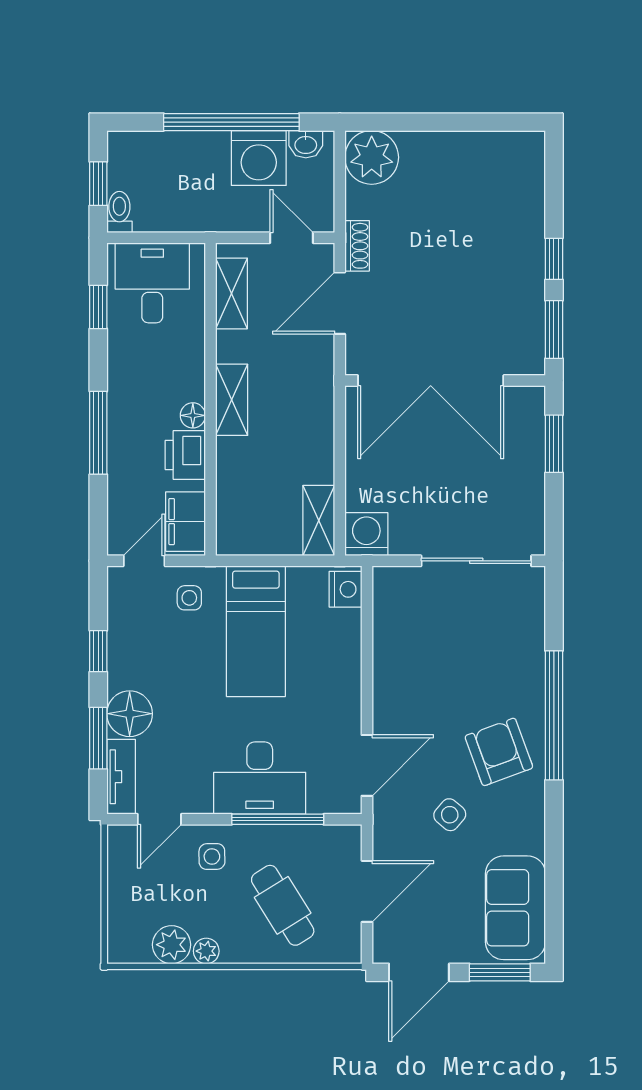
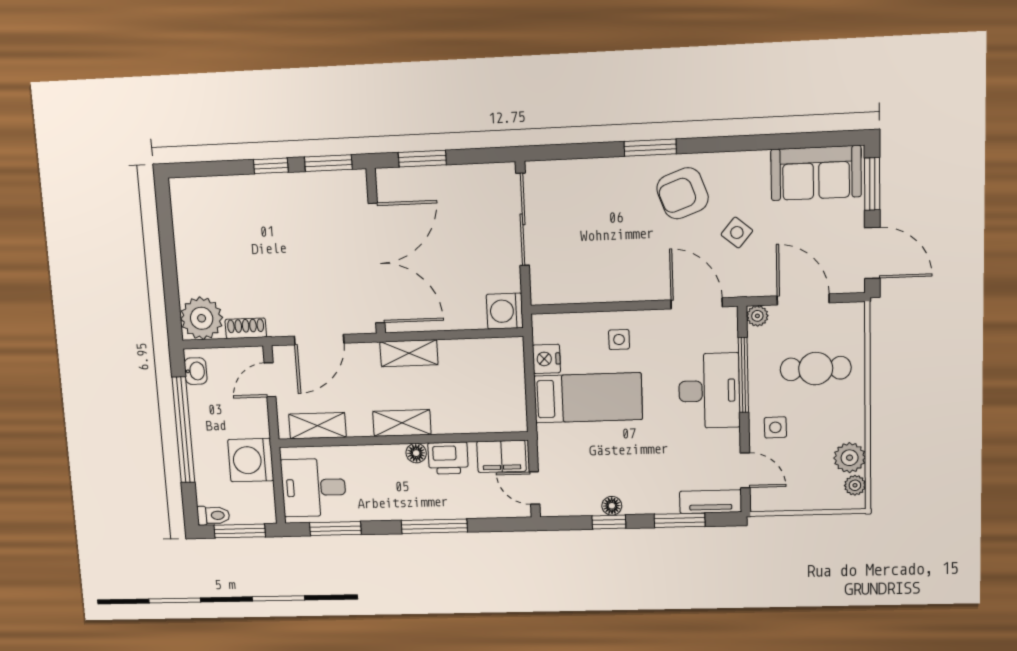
washing machine: (259, 158) -> (251, 460), moved, turned 180
window: (98, 184) -> (240, 531), width x1.50
toilet: (119, 212) -> (213, 515), moved, turned 180
shoe rack: (357, 246) -> (246, 328), moved
door: (340, 303) -> (319, 340), hinge flipped
window: (98, 307) -> (335, 529), width x1.50
shelving: (319, 521) -> (409, 353), moved
nightstand: (345, 589) -> (546, 359), moved, turned -90
side table: (189, 598) -> (619, 339), moved
floor lamp: (130, 714) -> (612, 506), moved, width x0.53, depth x0.53
window: (554, 715) -> (650, 148), width x0.47
plant: (349, 837) -> (757, 316), added
cafe table: (283, 905) -> (816, 369), turned 32
plant: (206, 951) -> (855, 485), moved

